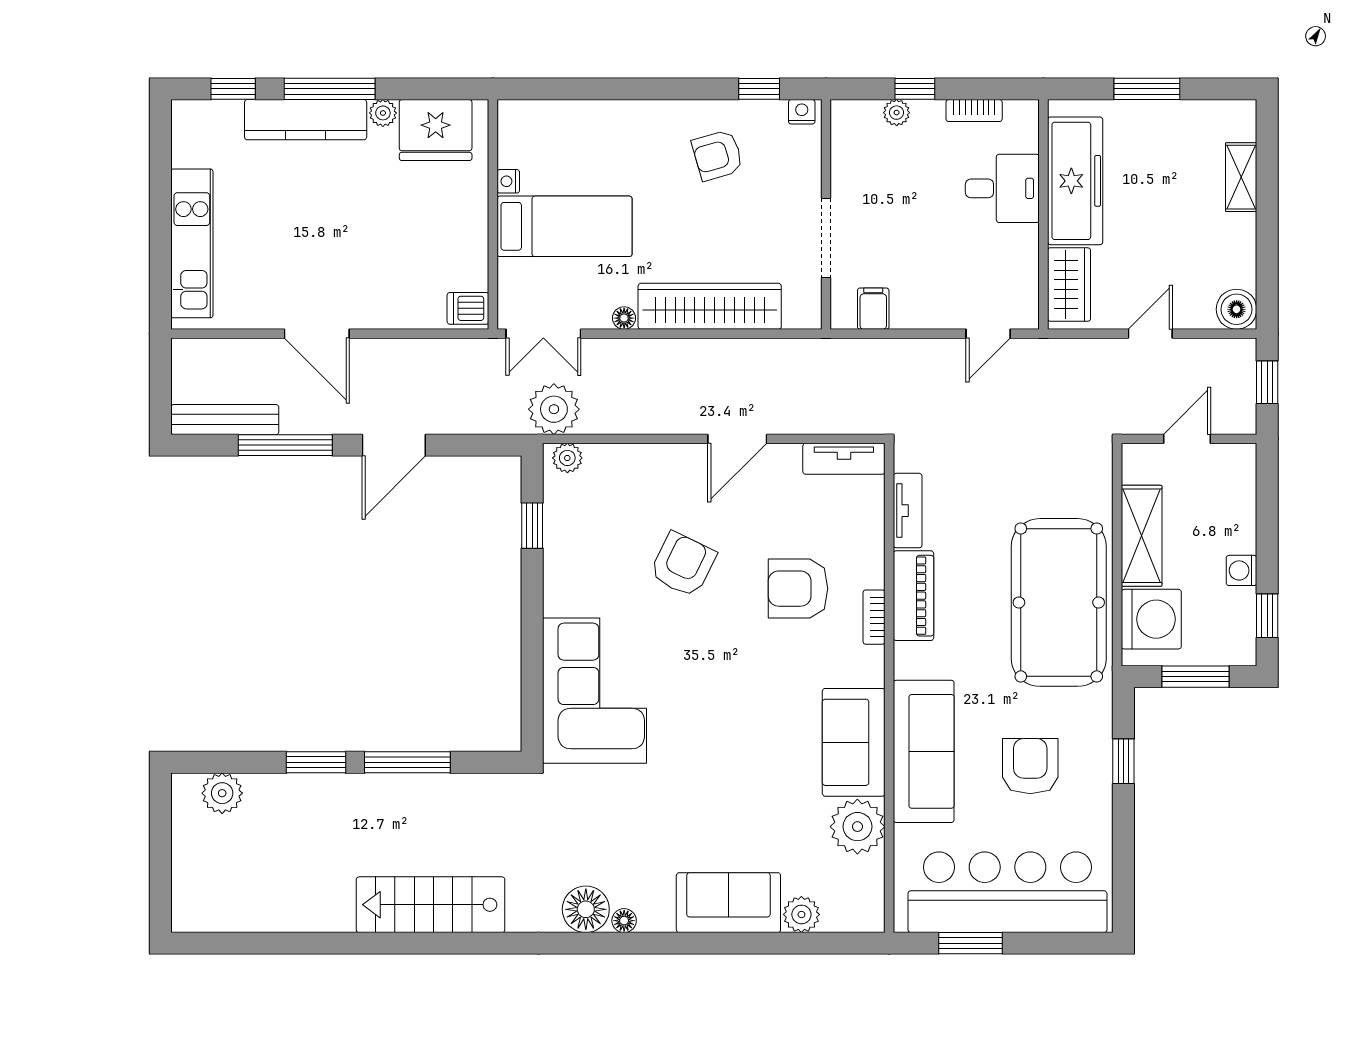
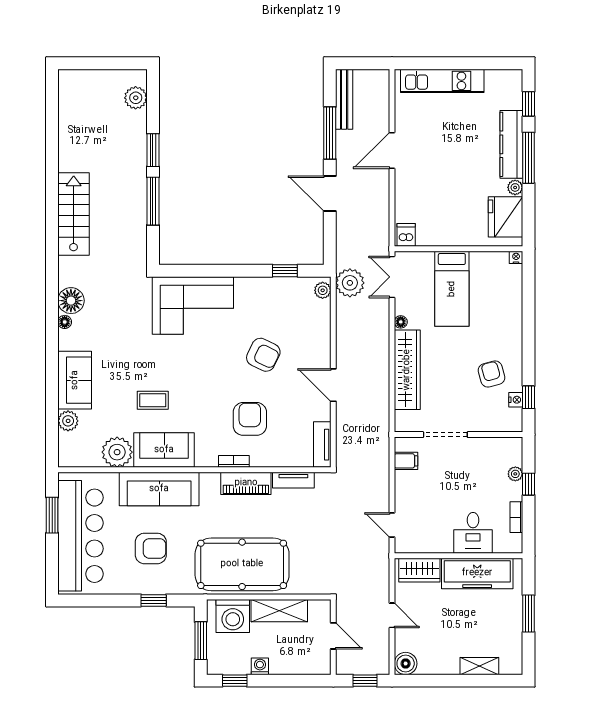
nightstand: (802, 112) -> (516, 400), moved
nightstand: (508, 181) -> (516, 257), moved
coffee table: (764, 763) -> (153, 400), added

